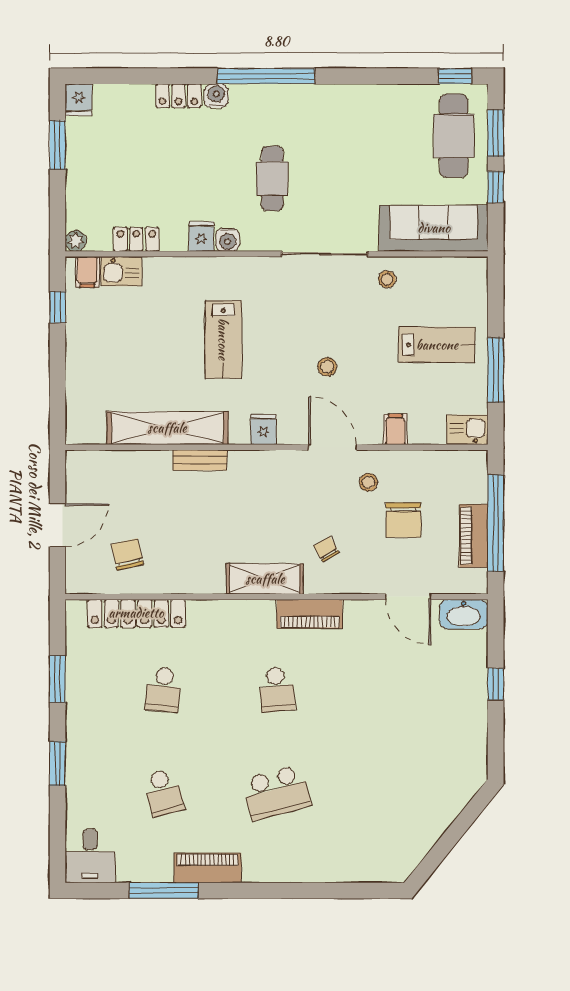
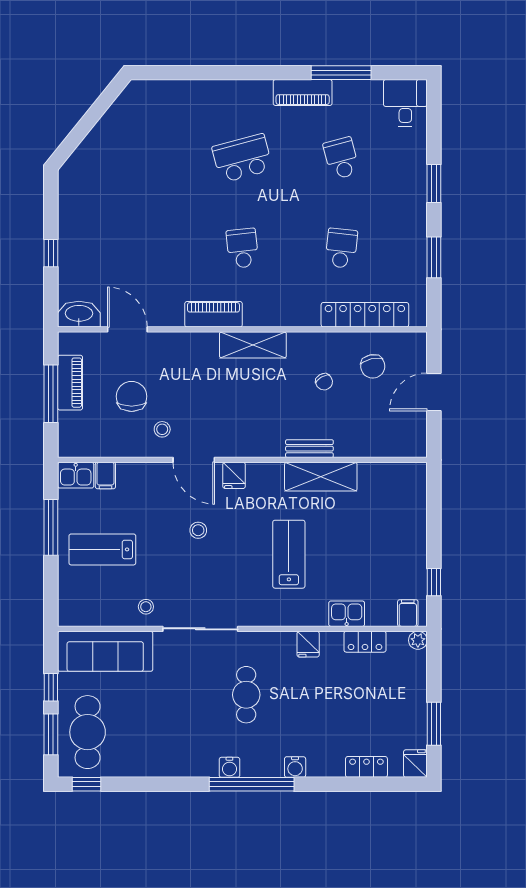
locker: (178, 96) -> (366, 767), moved
water cooler: (228, 240) -> (229, 767), moved, turned 180
kitchen sink: (121, 271) -> (347, 614), moved
shelving: (167, 428) -> (321, 477), width x0.68
filing cabinet: (395, 429) -> (105, 476), moved
fridge: (263, 430) -> (234, 475), moved
window: (496, 523) -> (51, 394), width x0.68
chair: (326, 549) -> (324, 382), moved

